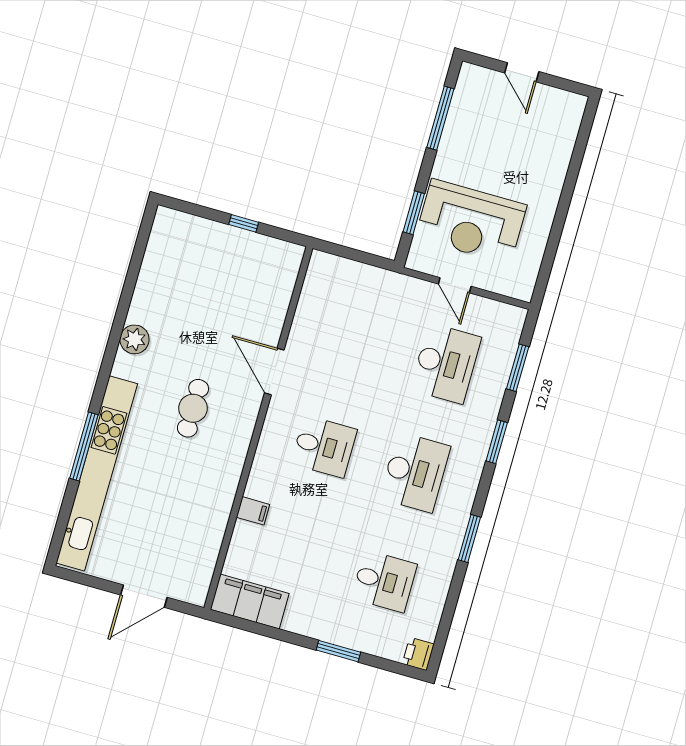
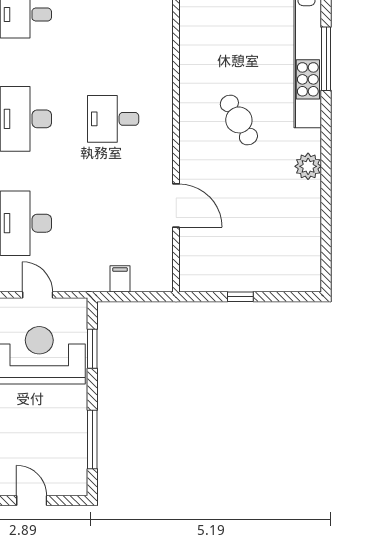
door: (274, 372) -> (176, 205), moved
cafe table: (193, 408) -> (239, 120), turned -30
filing cabinet: (253, 511) -> (120, 279), moved, turned 90

